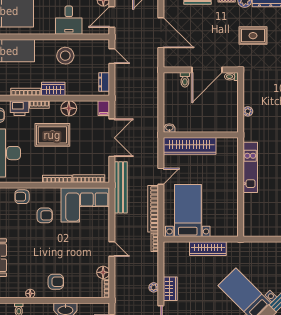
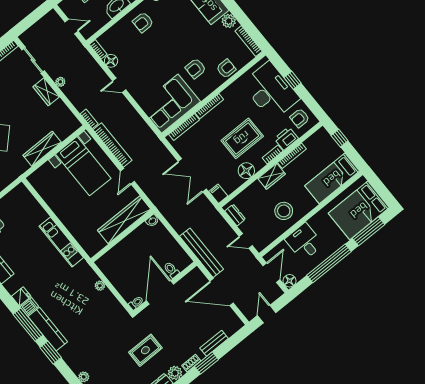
bench: (121, 187) -> (201, 253), moved

